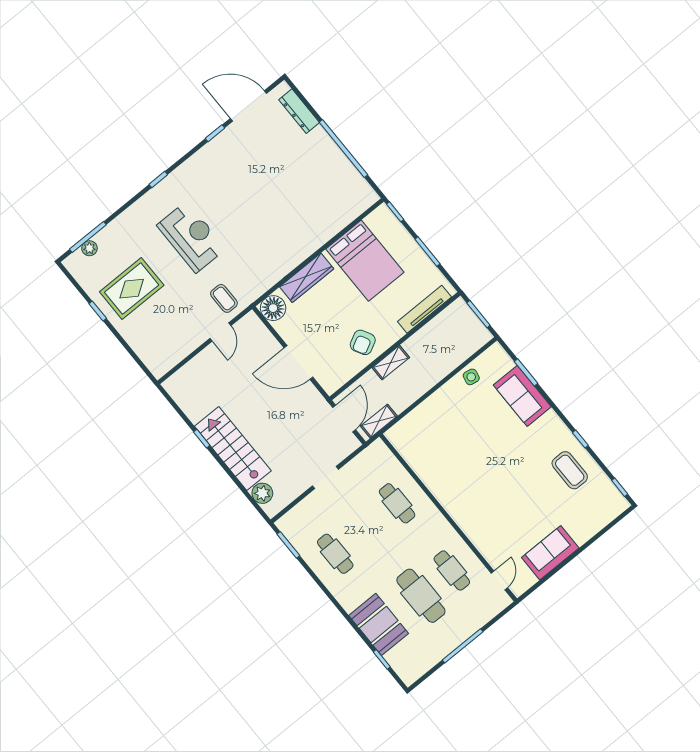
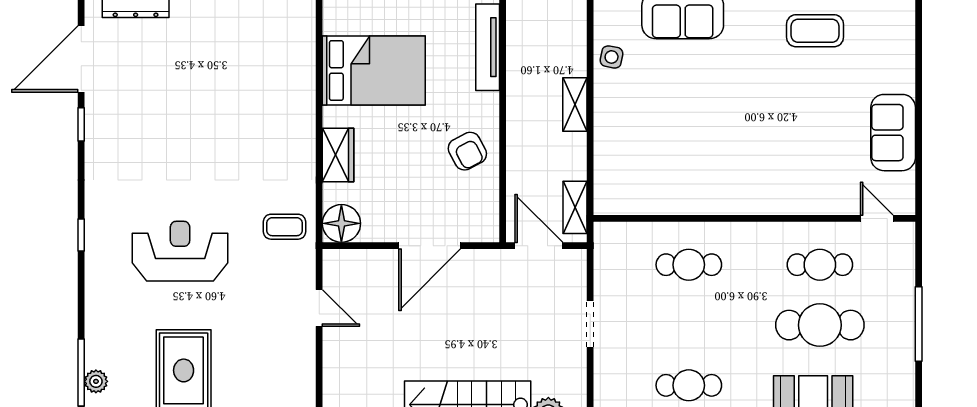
wardrobe: (307, 278) -> (338, 155), width x0.67
coffee table: (224, 298) -> (285, 227), moved
shelving: (391, 363) -> (575, 104), moved

